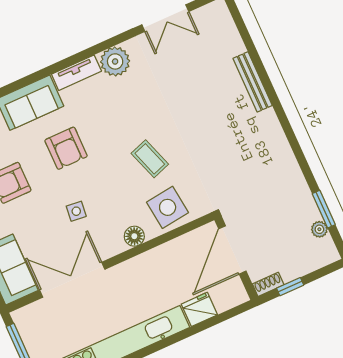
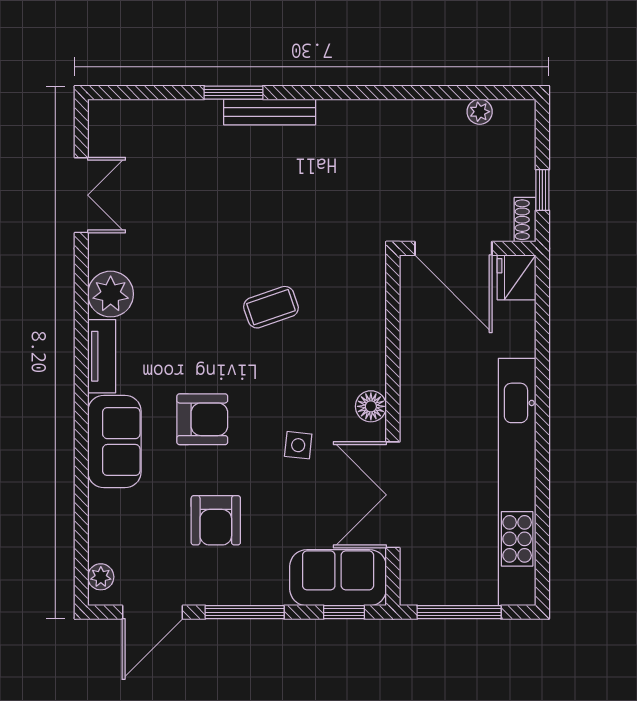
bench: (253, 82) -> (270, 112), moved
side table: (168, 207) -> (351, 313), removed
window: (324, 209) -> (234, 93), moved
floor lamp: (134, 236) -> (371, 406), moved
fridge: (199, 309) -> (516, 277), moved

